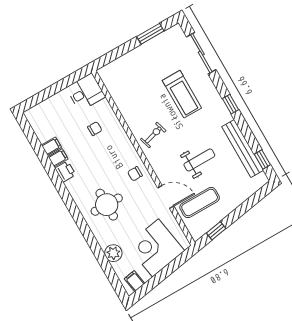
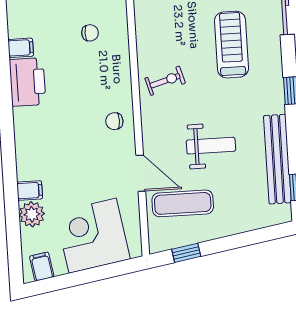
treadmill: (182, 94) -> (231, 45), turned 180
filing cabinet: (51, 146) -> (30, 190), moved
printer: (65, 172) -> (27, 82), width x1.87, depth x1.48
round table: (107, 205) -> (55, 144), removed

